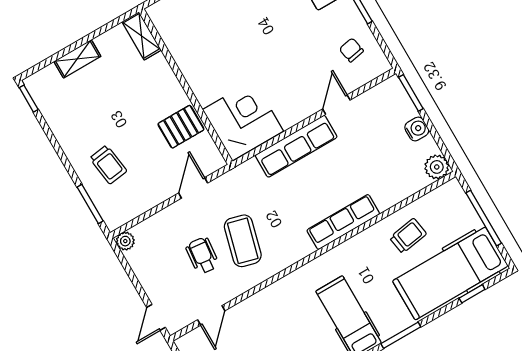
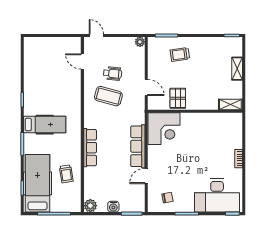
door: (336, 105) -> (146, 176), swing flipped

